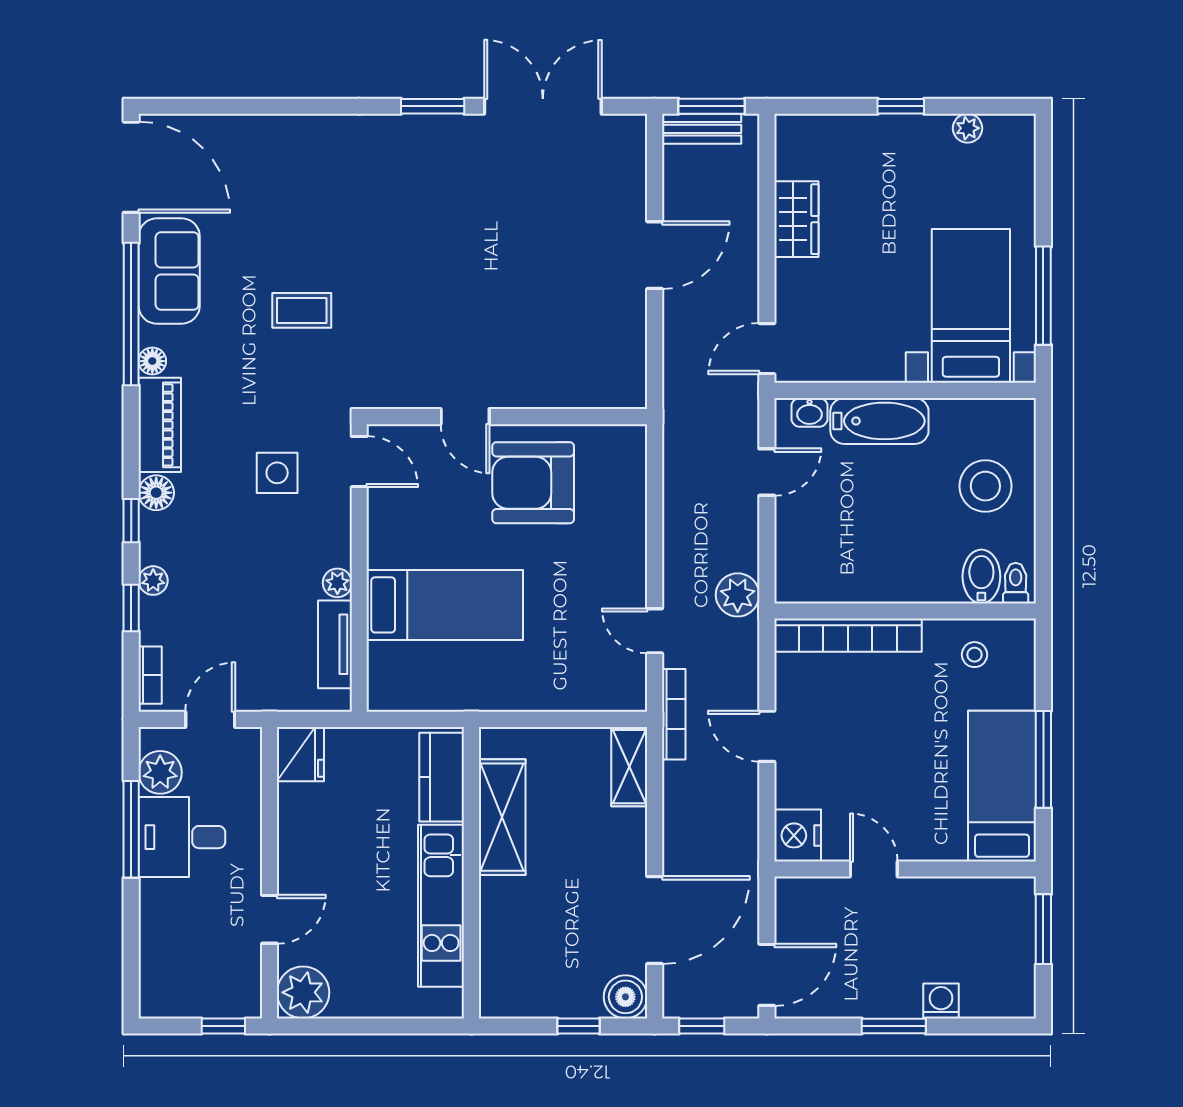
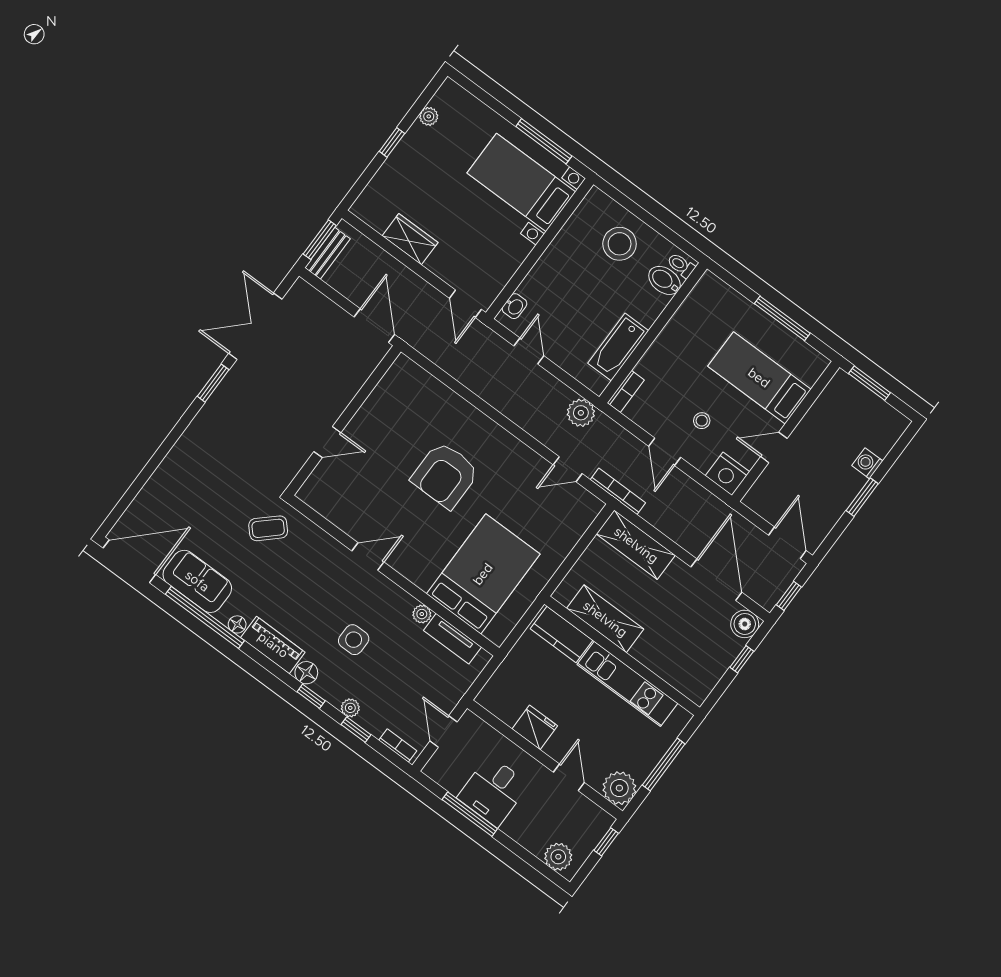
coffee table: (302, 310) -> (268, 528), turned 47
door: (465, 417) -> (327, 442), moved
wall: (507, 417) -> (343, 420), moved
bathtub: (879, 421) -> (618, 347), moved, turned 180
side table: (277, 473) -> (354, 640), moved
bed: (445, 605) -> (483, 574), width x1.50
bookcase: (848, 635) -> (626, 391), width x0.43, depth x0.76
stool: (974, 655) -> (702, 421), moved
door: (767, 736) -> (665, 452), hinge flipped
fridge: (300, 754) -> (535, 727), moved
shelving: (629, 767) -> (636, 545), width x1.50, depth x1.33
plant: (160, 772) -> (558, 857), moved
bed: (1002, 786) -> (759, 378), moved
window: (374, 1026) -> (664, 764), added

